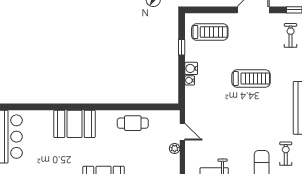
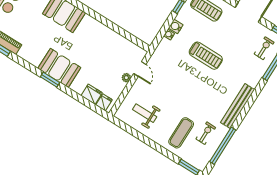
treadmill: (251, 79) -> (206, 56), moved
cafe table: (133, 123) -> (107, 40), removed

